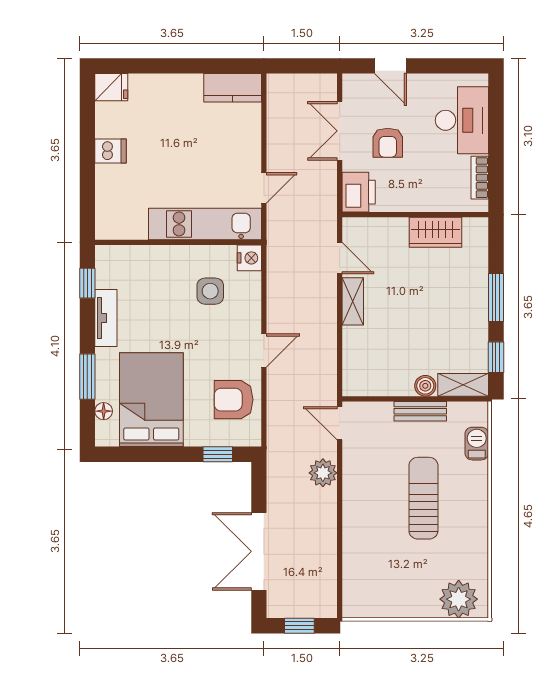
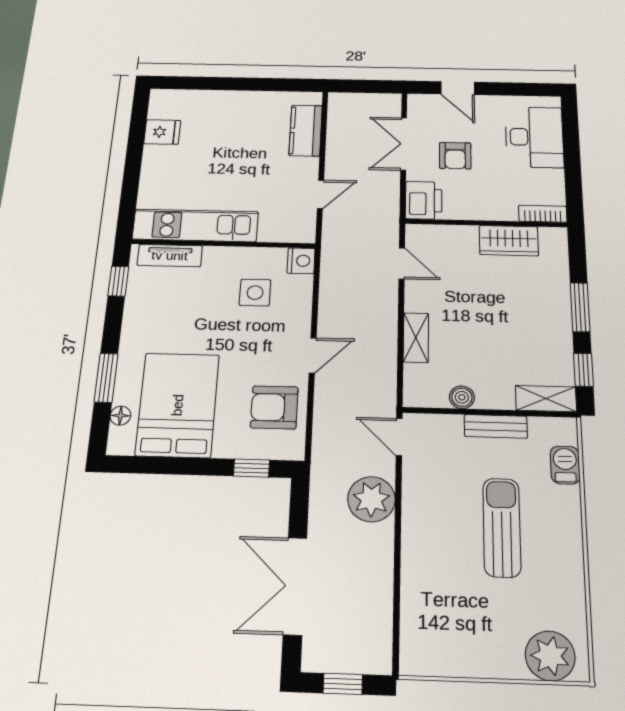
fridge: (111, 87) -> (162, 132), moved
kitchen counter: (233, 88) -> (306, 131), moved, turned 90
dishwasher: (111, 151) -> (159, 157), removed
bookcase: (480, 178) -> (543, 214), moved, turned 90
kitchen unit: (205, 224) -> (195, 225), moved
shelving: (353, 301) -> (416, 338), moved
tv unit: (106, 318) -> (170, 256), moved, turned 90
boiler: (425, 386) -> (462, 397), moved
plant: (323, 473) -> (371, 499), width x1.36, depth x1.36

